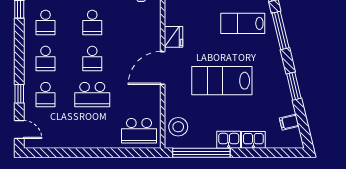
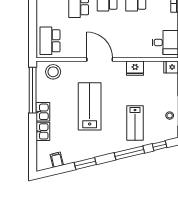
lab bench: (243, 23) -> (135, 123), turned 180
fridge: (174, 37) -> (135, 68), moved

